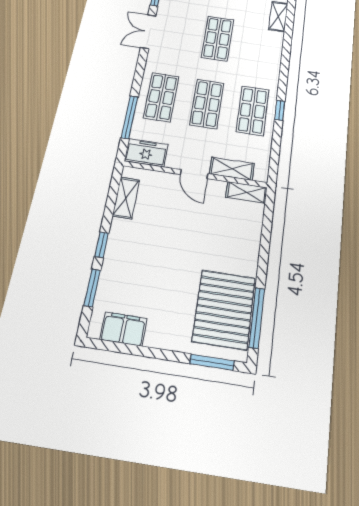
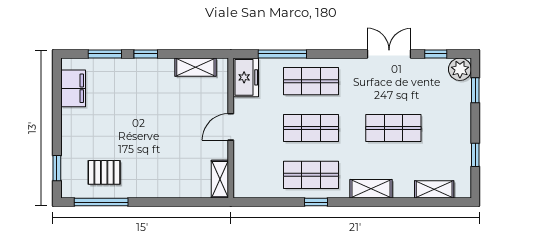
shelving: (232, 169) -> (371, 189), moved, turned 90
pallet: (224, 309) -> (104, 172), width x0.49, depth x0.50
window: (212, 362) -> (57, 168), width x0.67

